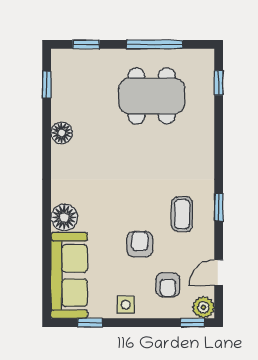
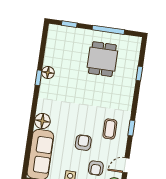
window: (219, 83) -> (139, 73), moved
window: (47, 85) -> (38, 78), moved
dining table: (152, 96) -> (102, 59), width x0.73

